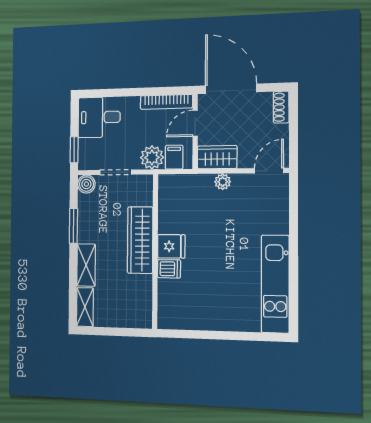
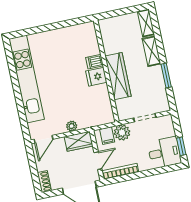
window: (74, 150) -> (181, 146), moved
boiler: (86, 184) -> (163, 106), removed
kitchen unit: (275, 284) -> (27, 79), width x1.36

